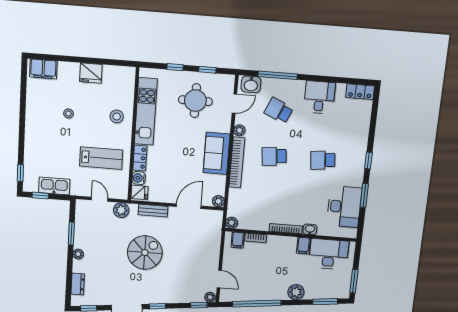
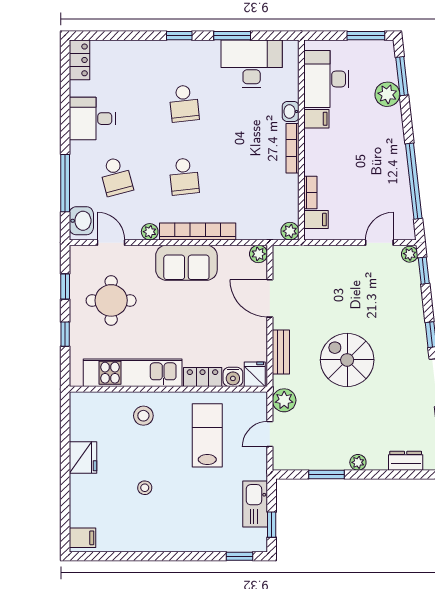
filing cabinet: (43, 69) -> (83, 538), width x0.50
school desk: (279, 111) -> (116, 176), turned -39
plant: (296, 292) -> (387, 94), moved

